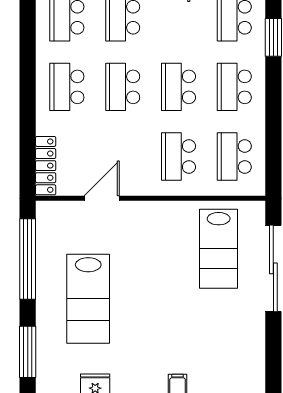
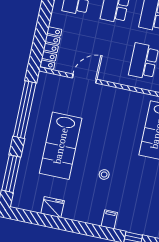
stool: (157, 326) -> (104, 175), added

